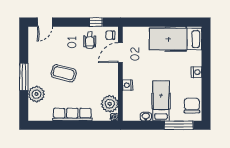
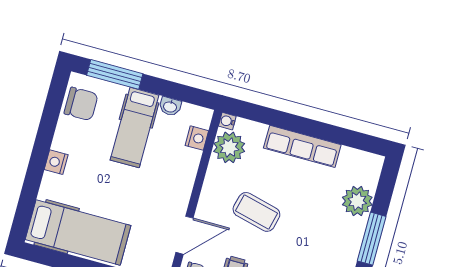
coffee table: (64, 73) -> (256, 212), moved
nightstand: (128, 85) -> (197, 138), moved
chair: (192, 105) -> (81, 104), turned -90

